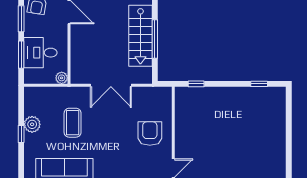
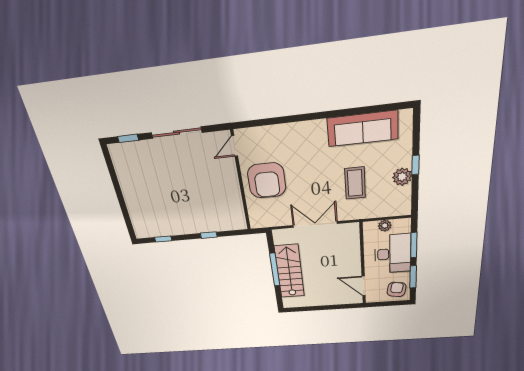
desk: (40, 53) -> (393, 254), width x1.37
plant: (62, 78) -> (385, 226), moved
window: (196, 84) -> (209, 235), moved
armchair: (150, 134) -> (267, 180), width x1.36, depth x1.36

